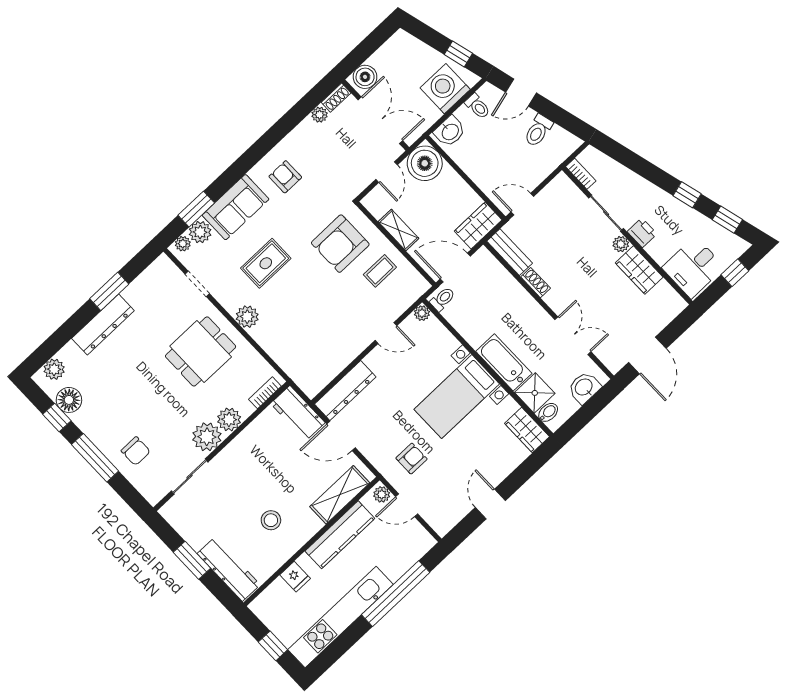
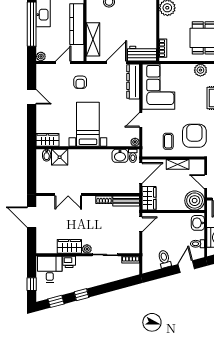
printer: (642, 233) -> (69, 262), moved
corner sofa: (321, 351) -> (158, 87), added
bathtub: (504, 362) -> (84, 156), removed
washbasin: (584, 388) -> (120, 156), moved, turned 90
plant: (229, 419) -> (166, 23), removed
plant: (382, 494) -> (41, 56), moved

